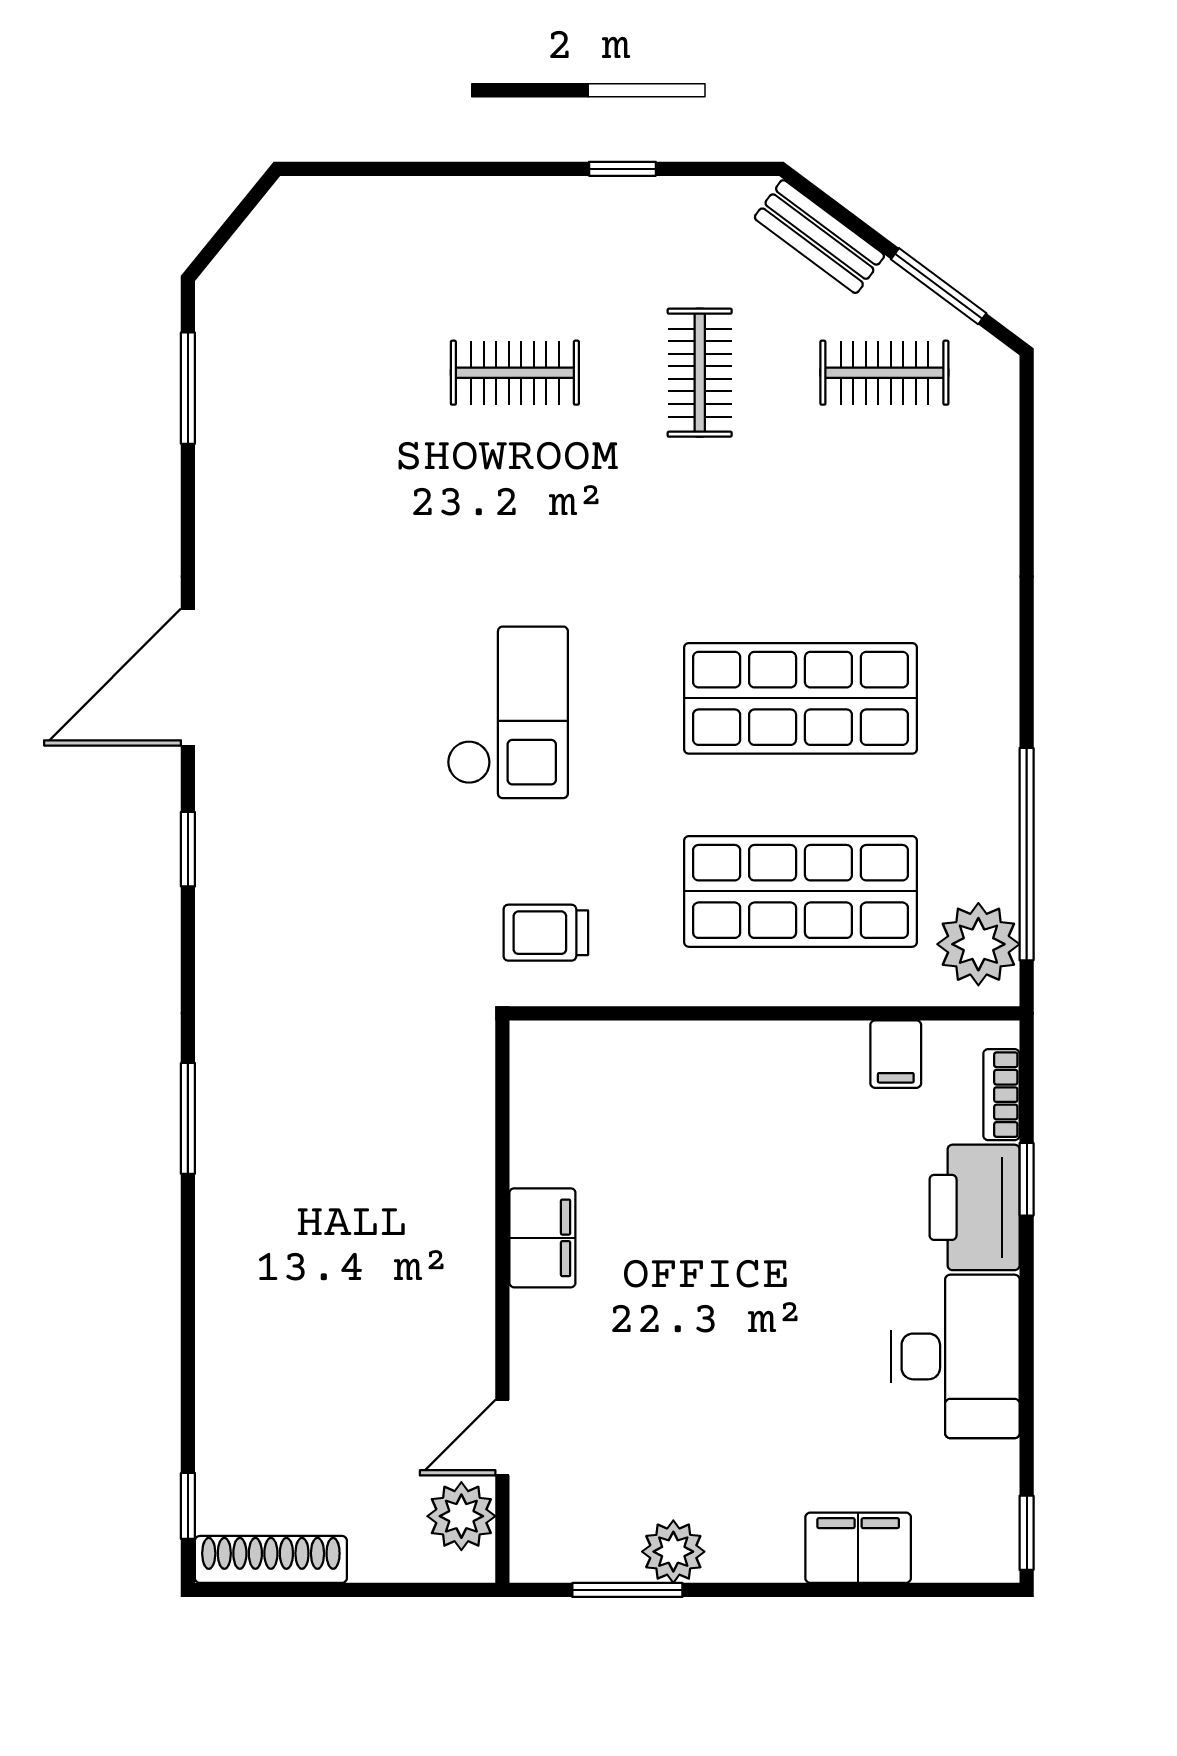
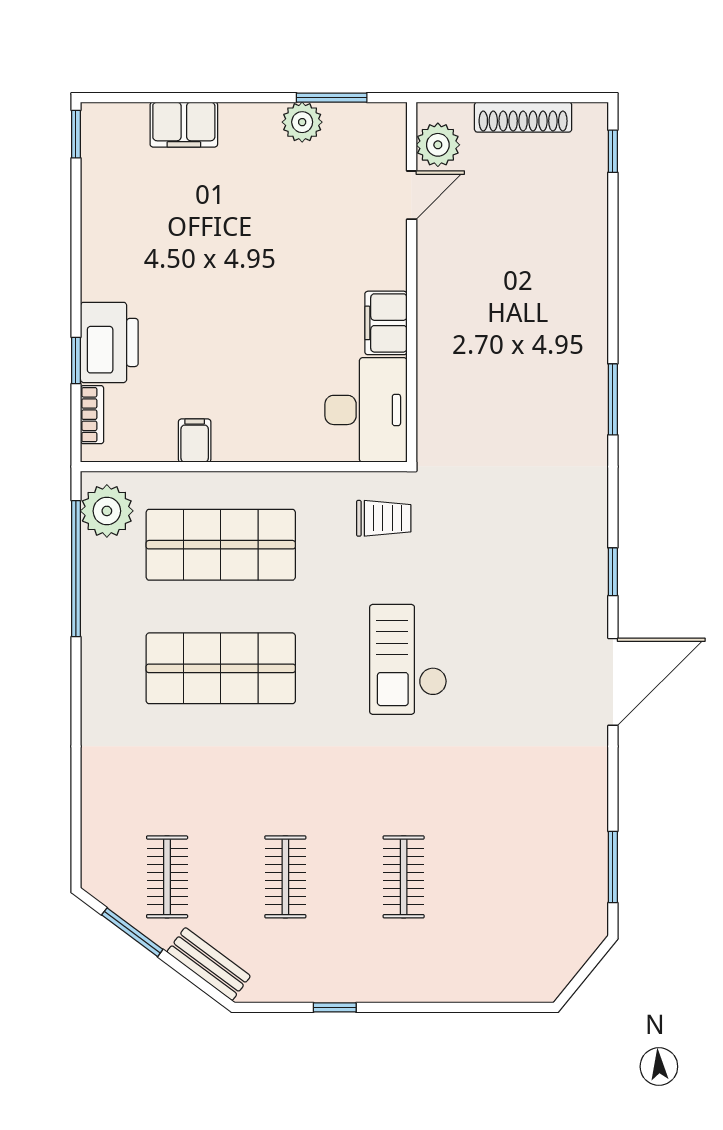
clothes rail: (515, 373) -> (404, 877), turned 90
clothes rail: (884, 373) -> (167, 877), turned 90
filing cabinet: (896, 1054) -> (195, 441), moved
desk: (955, 1356) -> (366, 410), moved, turned 180
shoe rack: (271, 1559) -> (523, 117), moved

